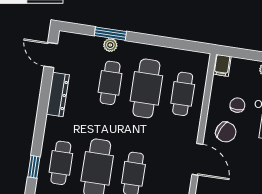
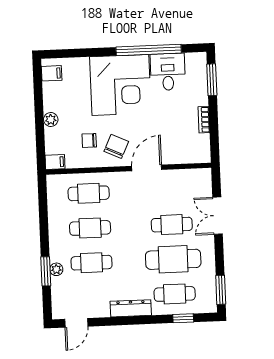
cafe table: (146, 88) -> (90, 228), width x0.73, depth x0.74
dresser: (58, 95) -> (131, 308), moved

